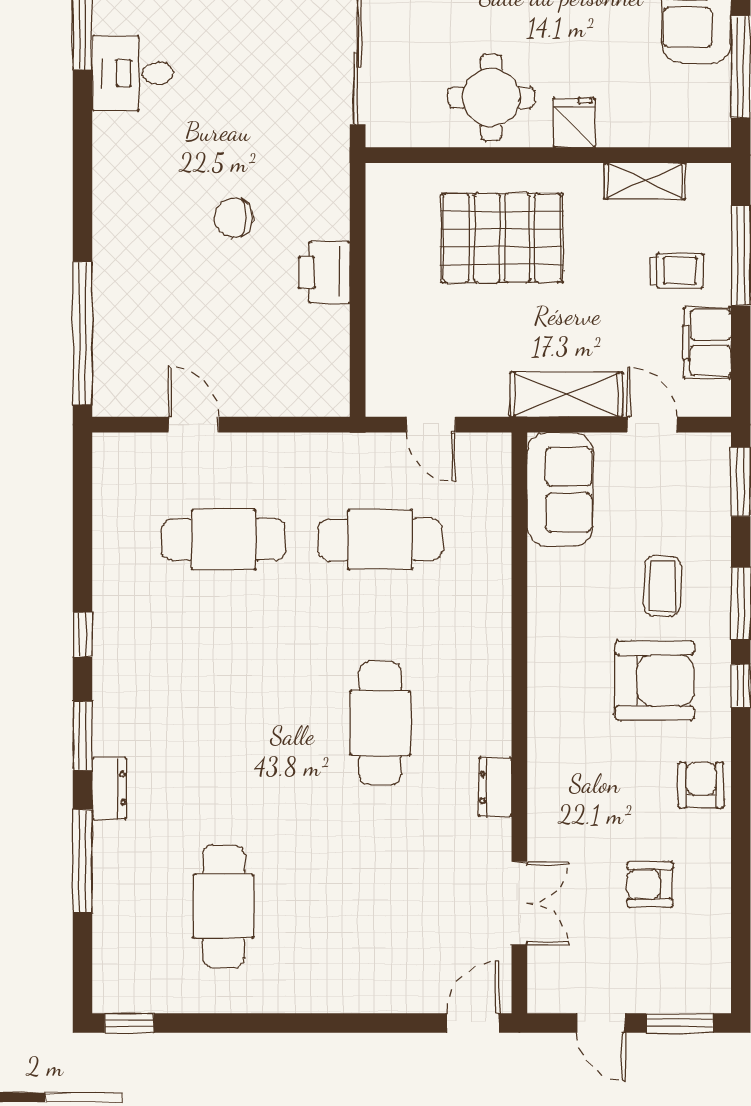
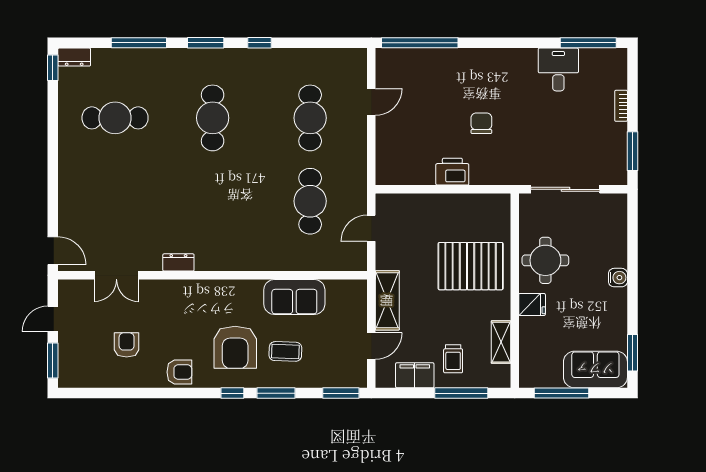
pallet: (502, 238) -> (471, 266), turned 90
sofa: (560, 489) -> (294, 297), moved
cafe table: (380, 723) -> (213, 118), moved, turned 90
dresser: (109, 788) -> (74, 57), moved

